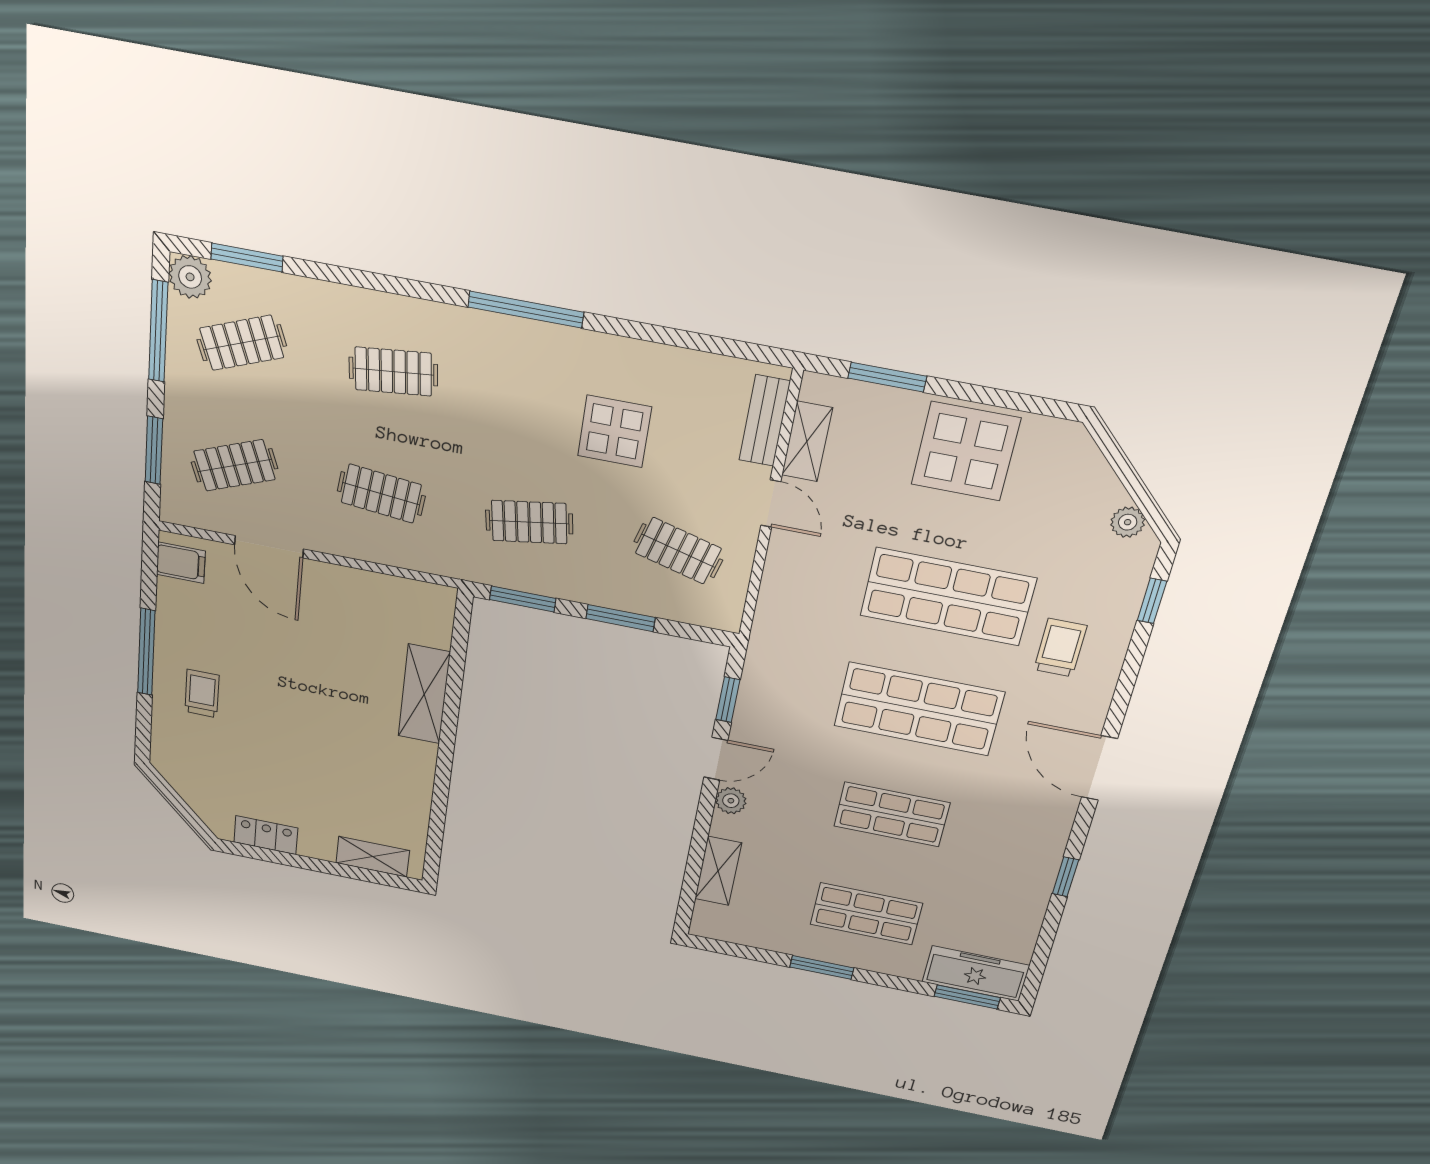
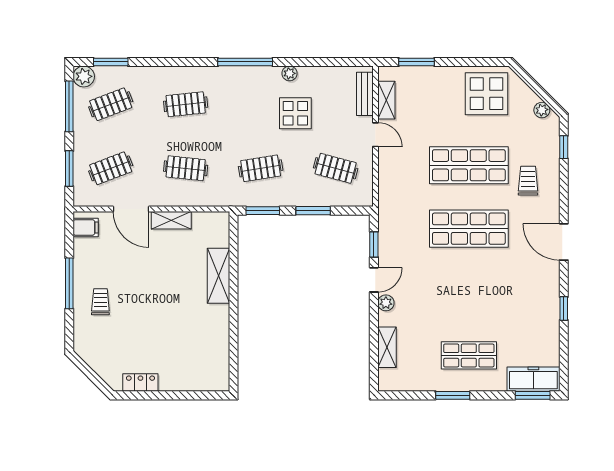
plant: (615, 350) -> (289, 73), added
display table: (966, 451) -> (487, 94), moved
shop shelf: (892, 814) -> (469, 292), removed
shelving: (373, 857) -> (171, 220), moved

